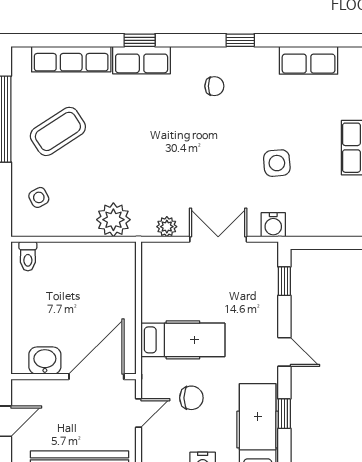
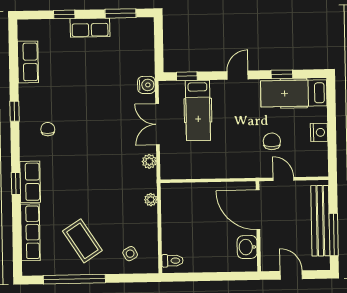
side table: (277, 163) -> (102, 83), removed
plant: (113, 220) -> (151, 200), width x0.53, depth x0.53
hospital bed: (183, 340) -> (198, 110), moved, turned 180

